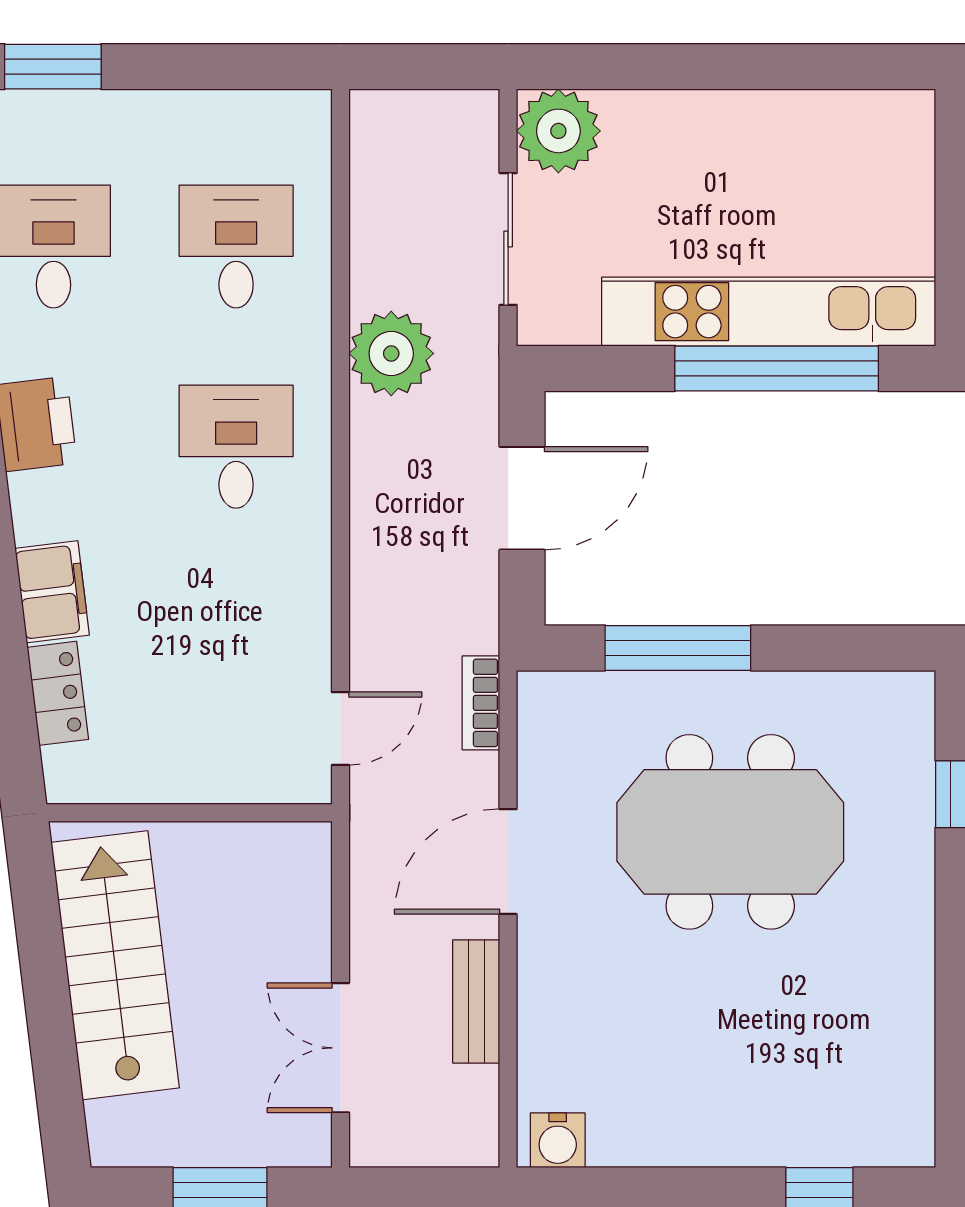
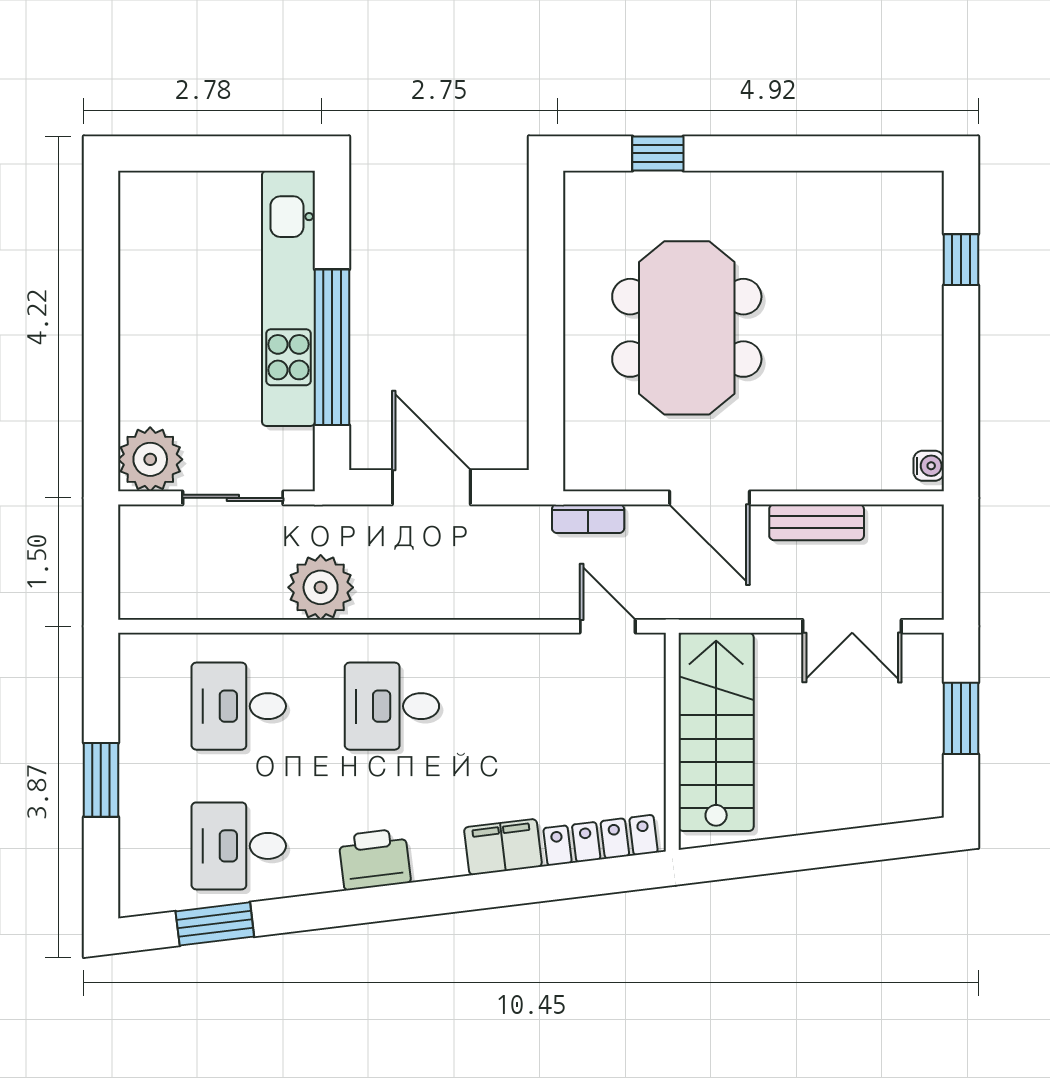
window: (53, 67) -> (101, 780), moved
window: (777, 368) -> (332, 347), moved
window: (678, 648) -> (546, 368), removed
locker: (58, 693) -> (601, 840), width x1.53
stairs: (115, 965) -> (716, 732), moved, turned 97
water cooler: (558, 1140) -> (929, 466), width x0.72, depth x0.72

